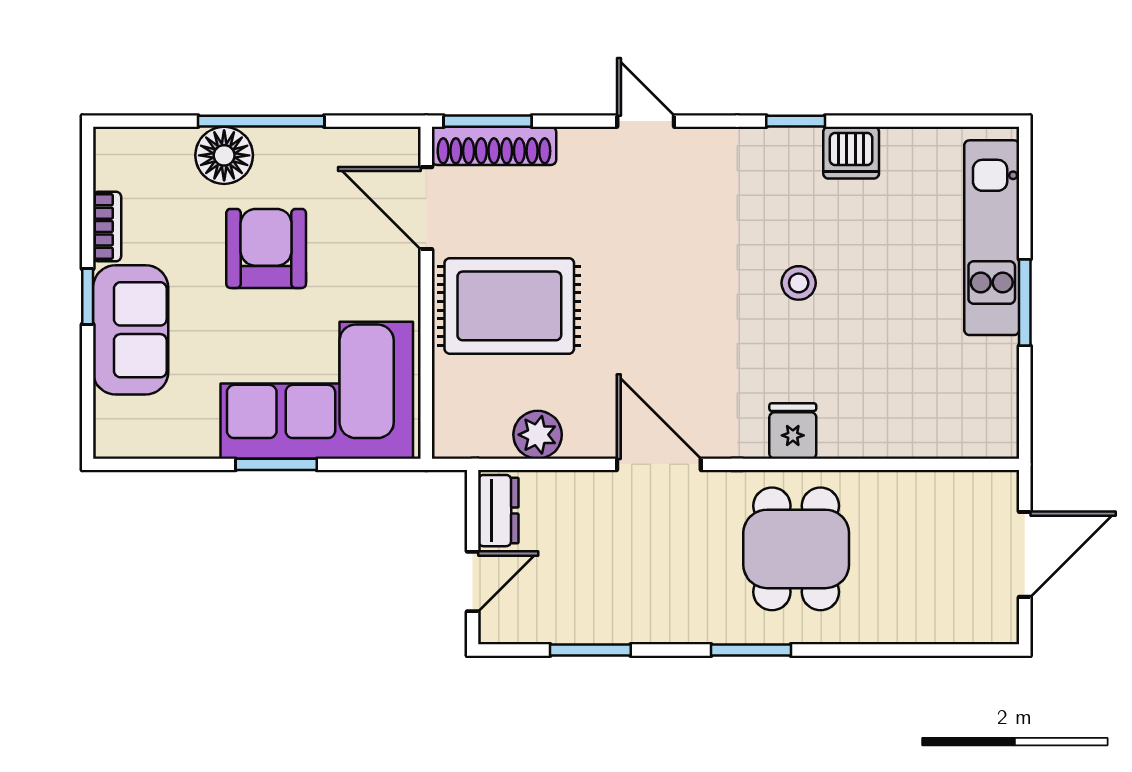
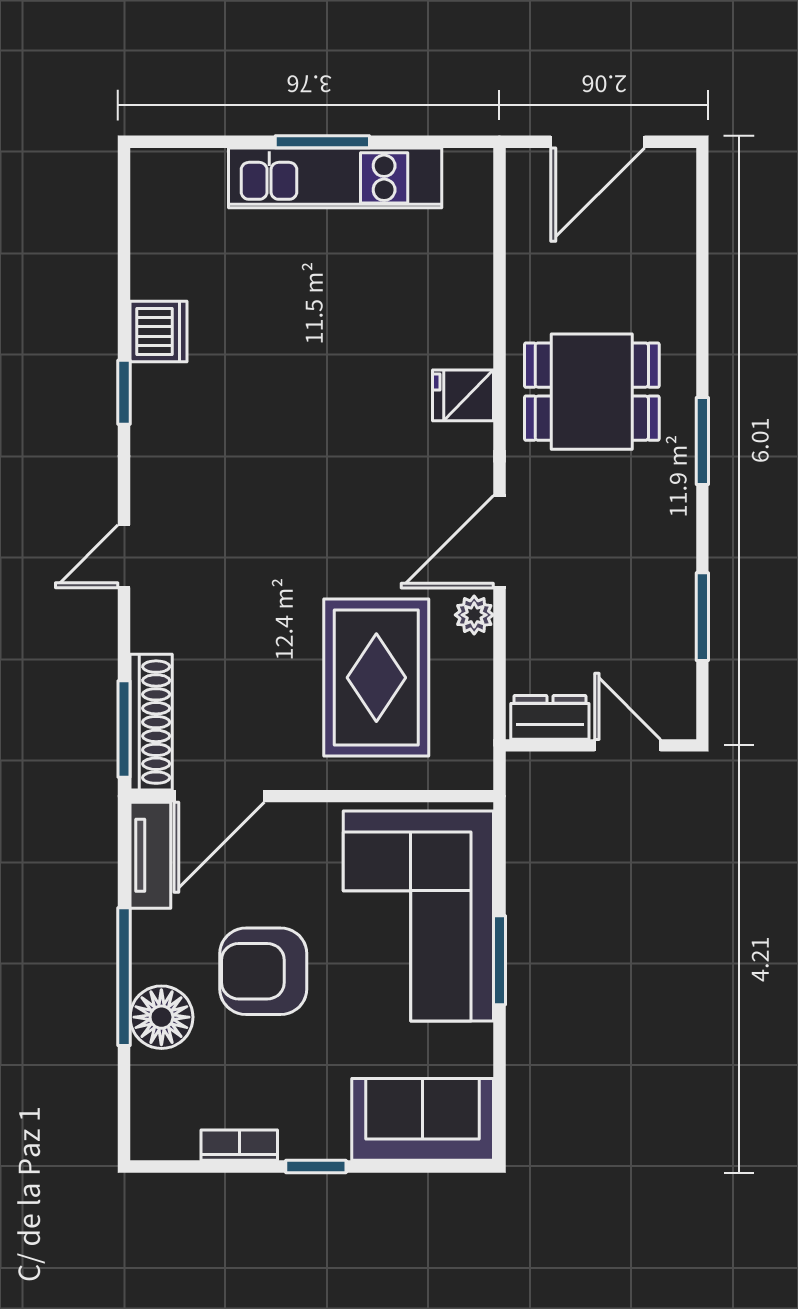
tv unit: (372, 145) -> (150, 855), added
kitchen unit: (992, 238) -> (335, 178), moved
stool: (799, 283) -> (301, 389), removed
rug: (509, 306) -> (376, 678), moved
sofa: (131, 330) -> (423, 1119), moved
plant: (538, 435) -> (474, 615), moved, width x0.73, depth x0.73
door: (1025, 554) -> (598, 142), swing flipped

